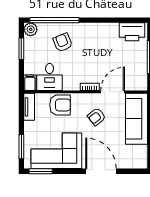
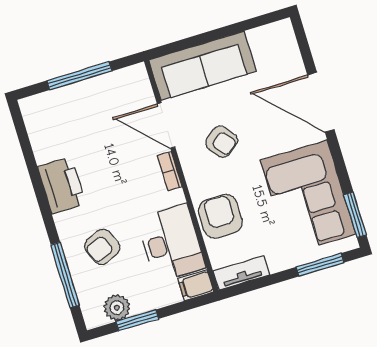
window: (54, 20) -> (65, 275), width x0.68
plant: (31, 29) -> (117, 308), moved
printer: (132, 32) -> (62, 185), moved
desk: (50, 77) -> (171, 243), width x1.37
door: (101, 171) -> (321, 102), hinge flipped

